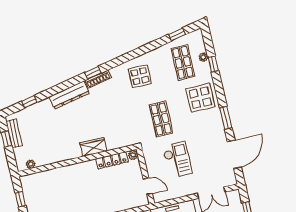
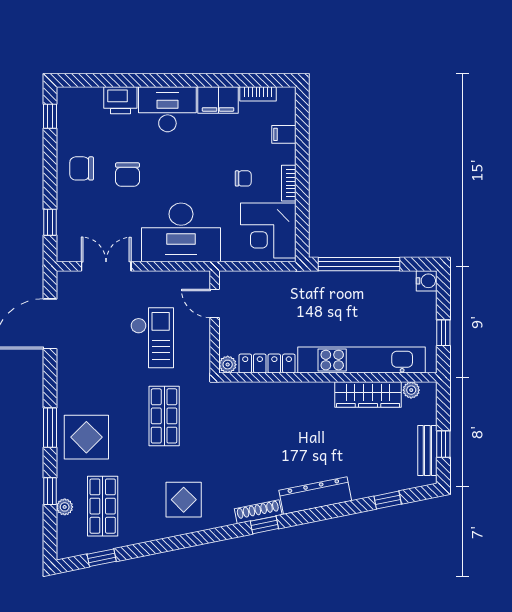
window: (226, 118) -> (50, 428), moved
wardrobe: (93, 147) -> (368, 395), moved, width x1.50
checkout: (177, 160) -> (152, 338), turned 180
kitchen unit: (61, 174) -> (361, 360), added

